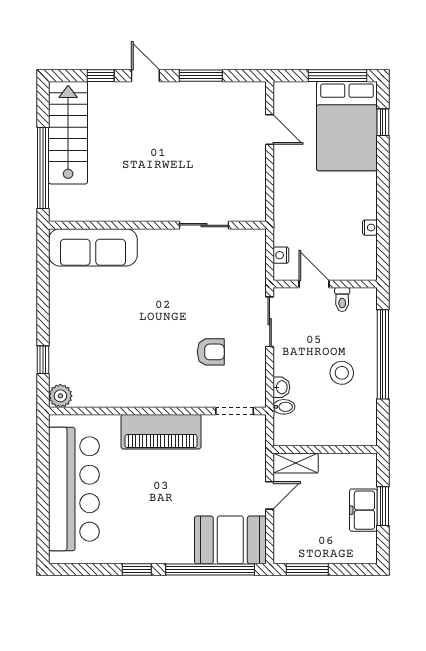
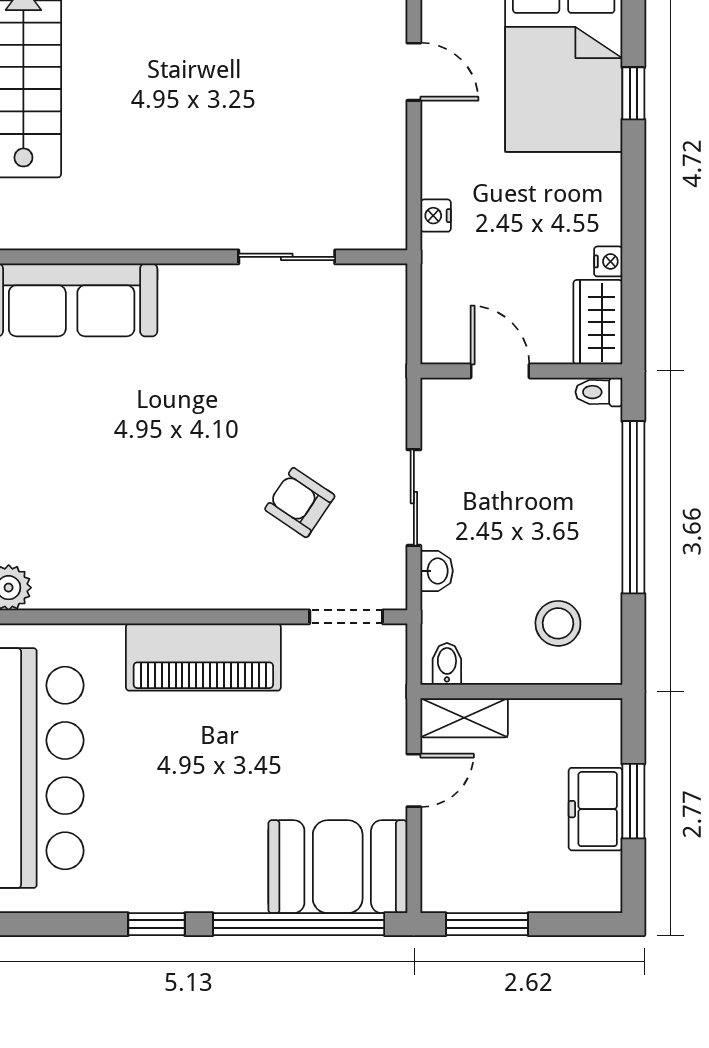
window: (383, 122) -> (633, 93), moved
nightstand: (281, 255) -> (436, 216), moved
wardrobe: (365, 259) -> (598, 322), added
toilet: (342, 300) -> (599, 392), moved, turned 90
sliding door: (270, 322) -> (414, 498), moved
armchair: (211, 352) -> (300, 503), turned -146
stool: (342, 373) -> (558, 623), moved
bidet: (284, 407) -> (447, 664), moved, turned -90

